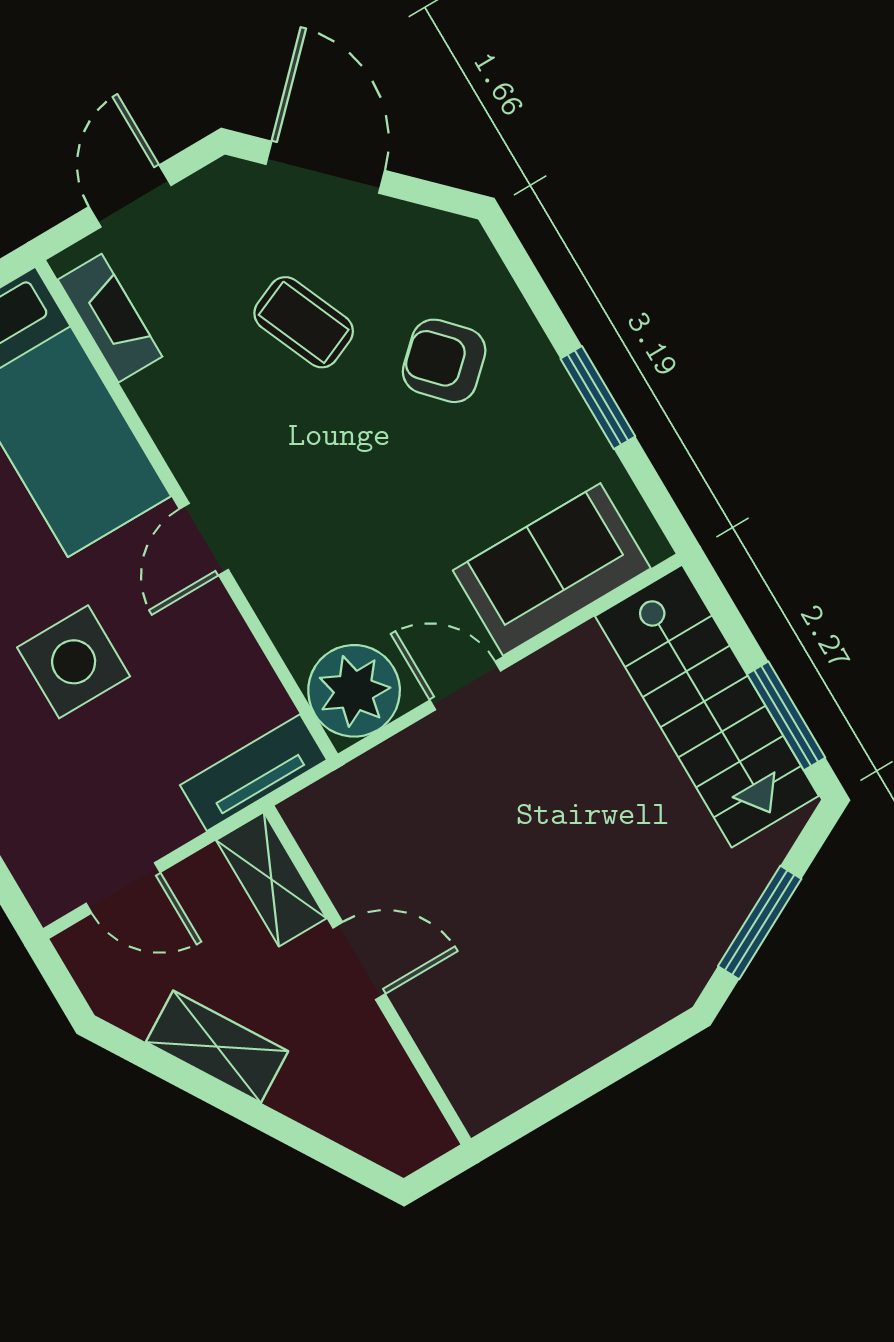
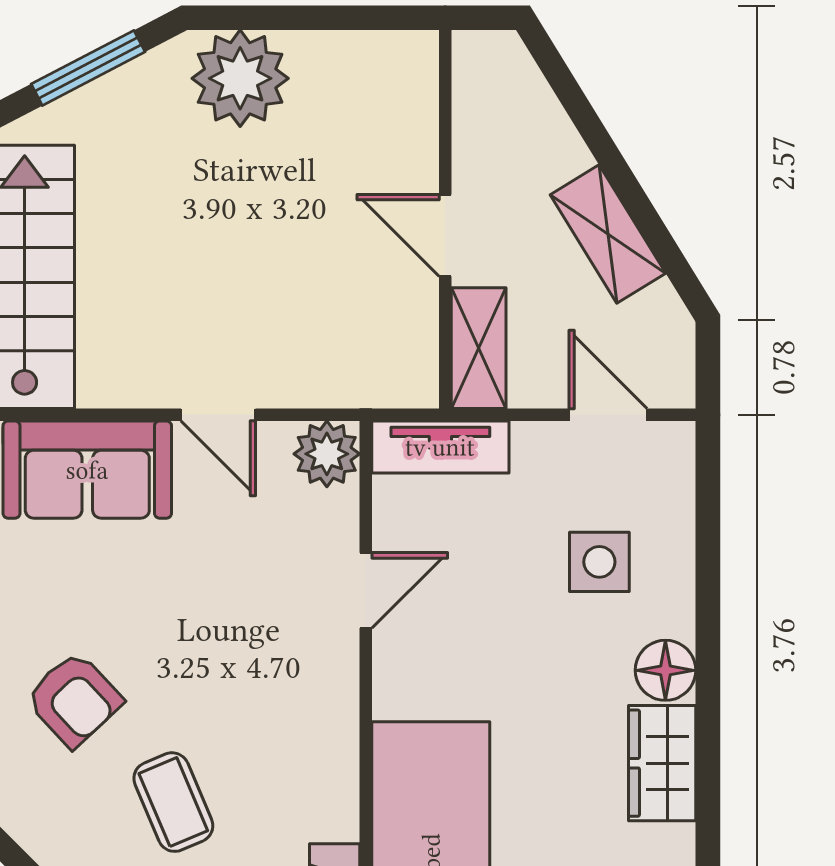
door: (204, 539) -> (366, 590), moved
side table: (74, 662) -> (599, 562), moved, width x0.73, depth x0.73
plant: (354, 691) -> (327, 454), width x0.73, depth x0.73
plant: (621, 992) -> (240, 78), added

